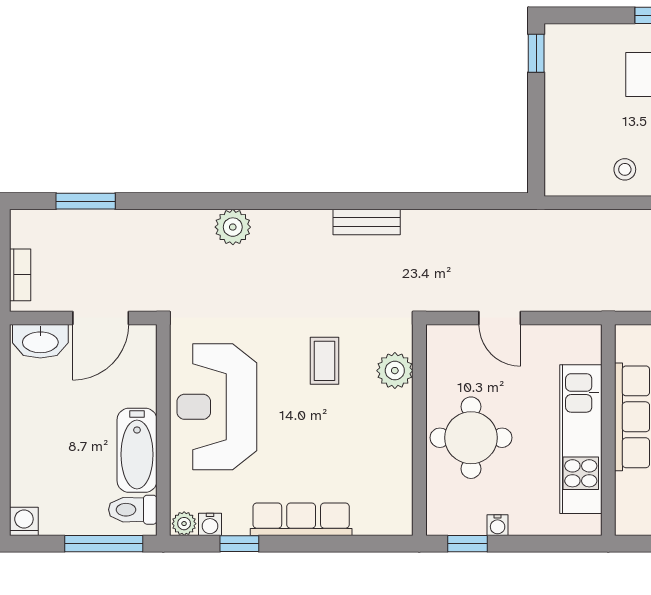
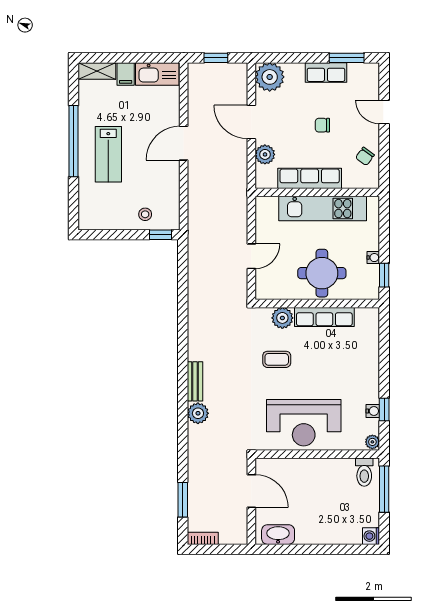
window: (536, 53) -> (161, 235), moved
stool: (625, 169) -> (145, 214), moved
bench: (367, 222) -> (195, 381), moved
bookcase: (20, 275) -> (203, 538), moved
washbasin: (40, 341) -> (278, 535), moved, turned -90
bathtub: (137, 450) -> (329, 470), removed
row of seats: (301, 519) -> (324, 317), moved, turned -90
water cooler: (210, 524) -> (373, 411), moved

